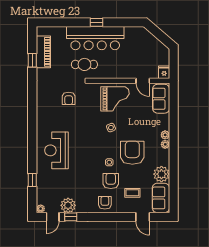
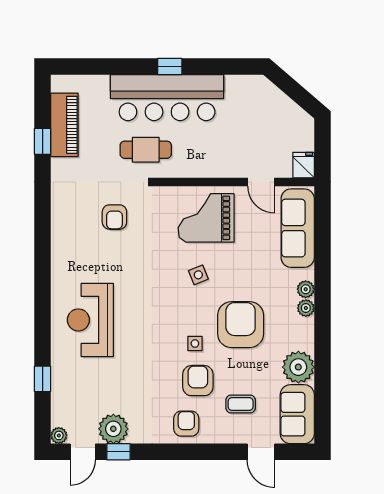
grand piano: (115, 99) -> (206, 218), turned 180
sofa: (161, 99) -> (298, 228), width x1.36

